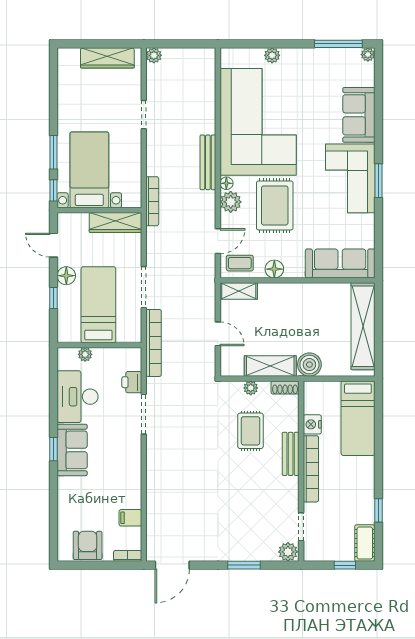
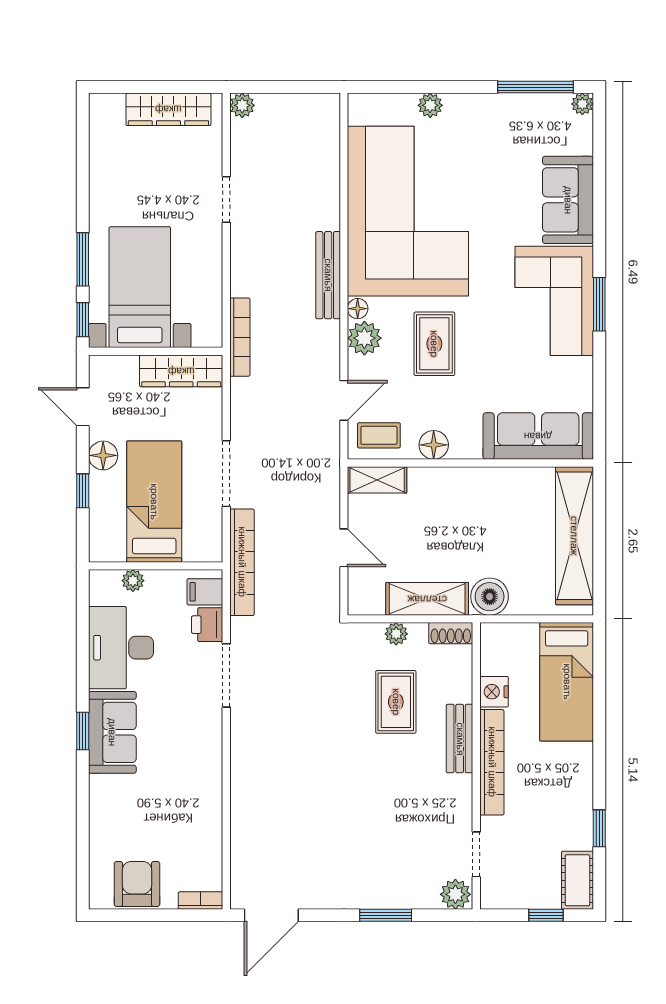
rug: (275, 205) -> (434, 344), width x0.73, depth x0.70
filing cabinet: (130, 518) -> (205, 592), moved

